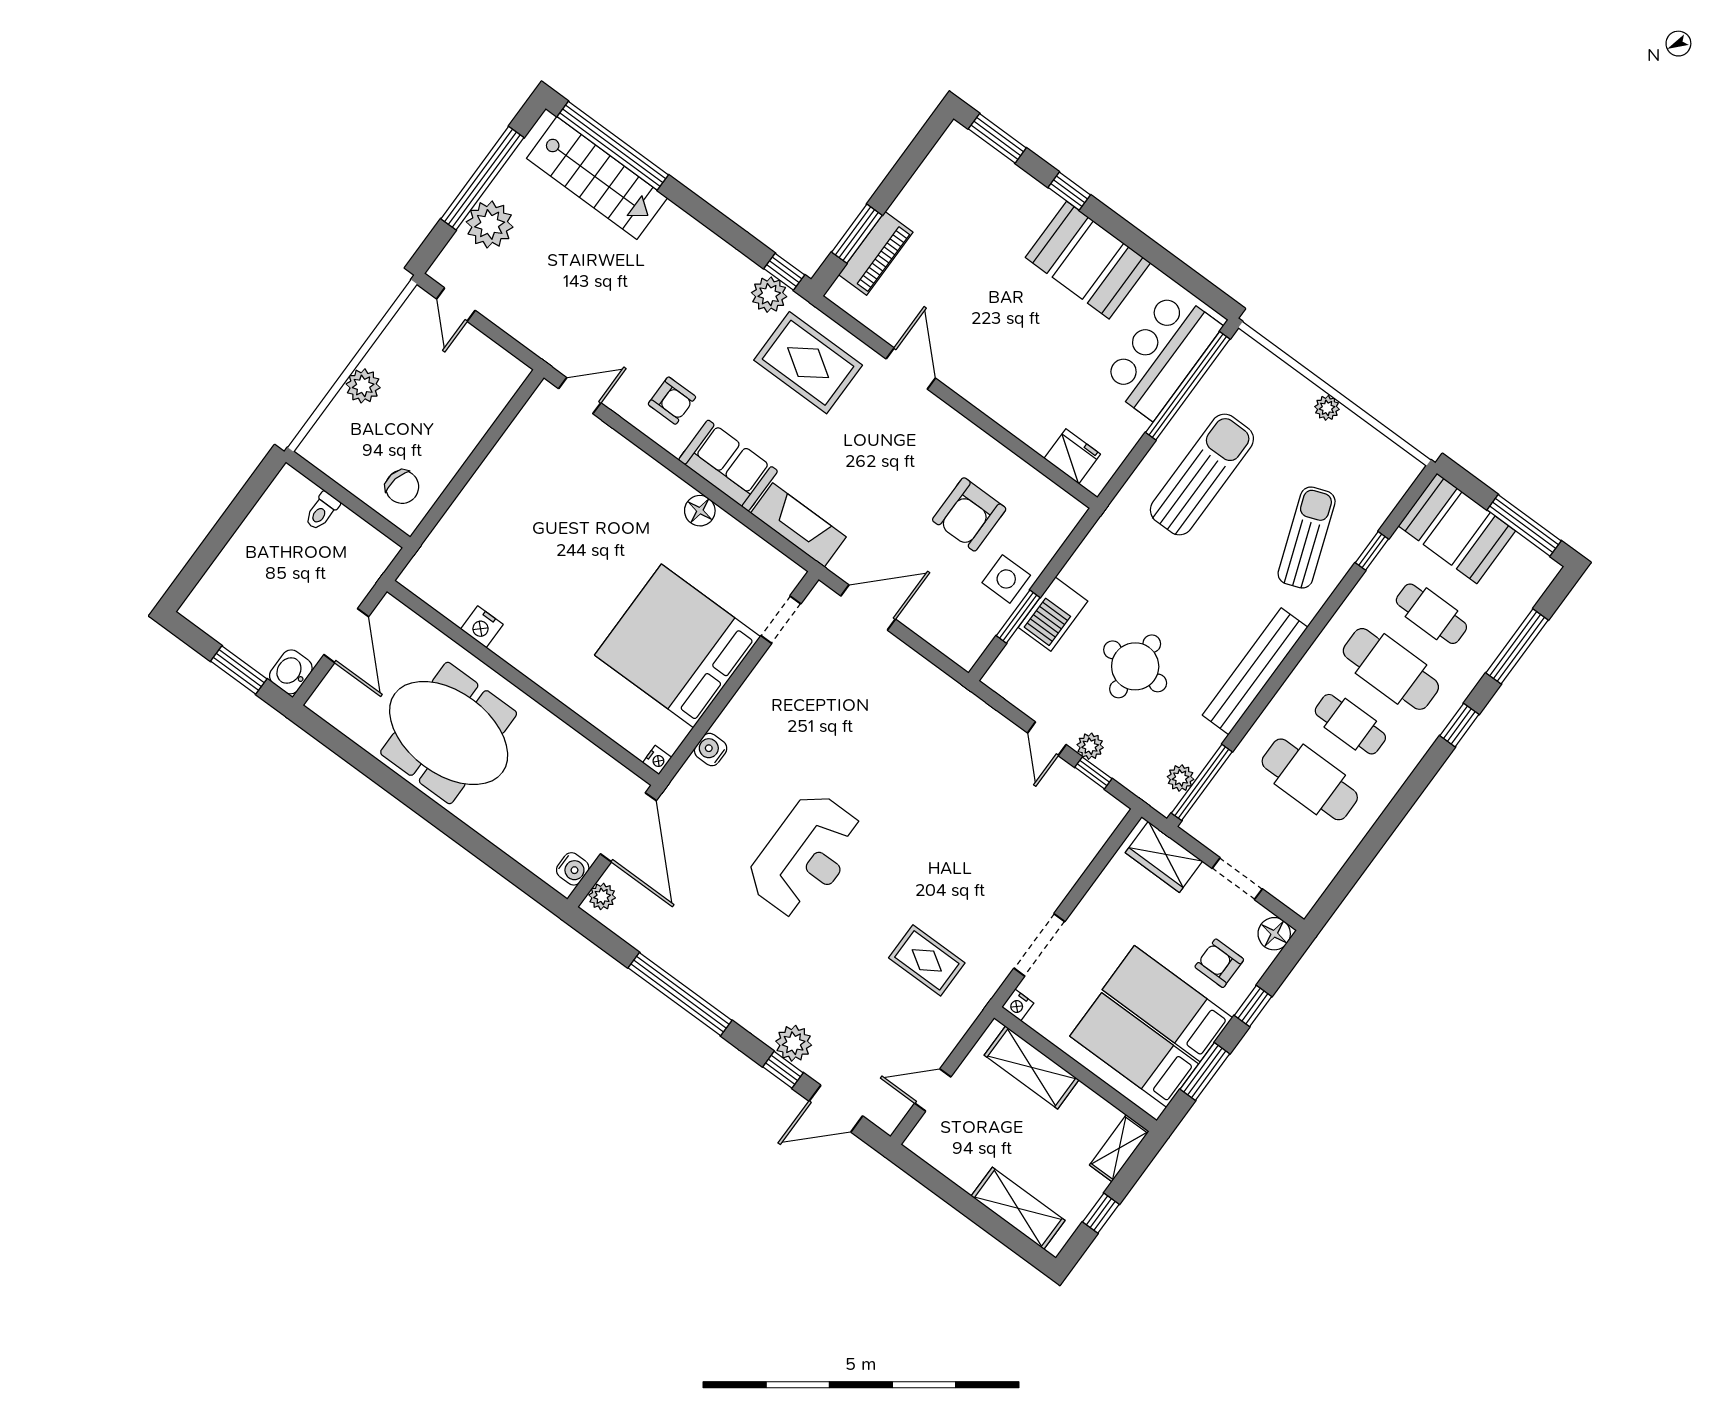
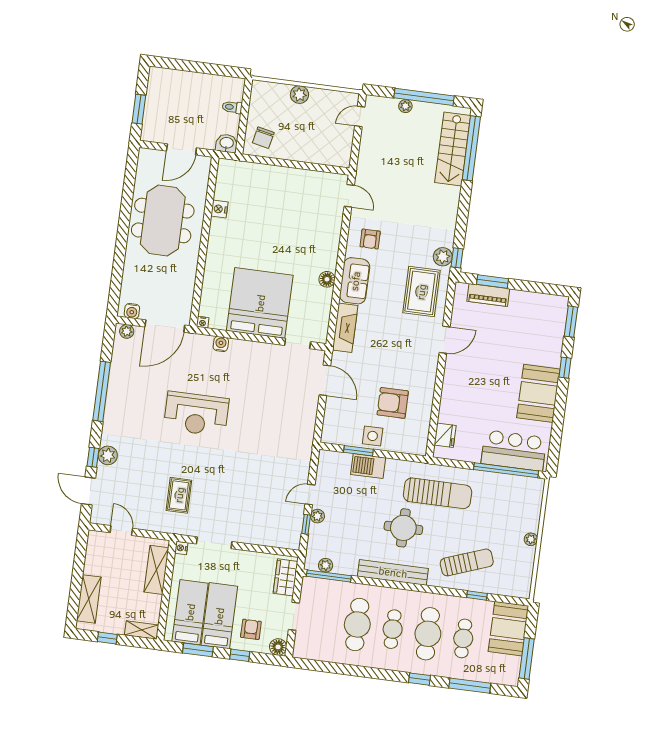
plant: (490, 224) -> (405, 106), width x0.53, depth x0.53
sun lounger: (1202, 475) -> (438, 493), moved
round table: (1135, 666) -> (403, 528), moved
washbasin: (291, 672) -> (227, 143), moved

